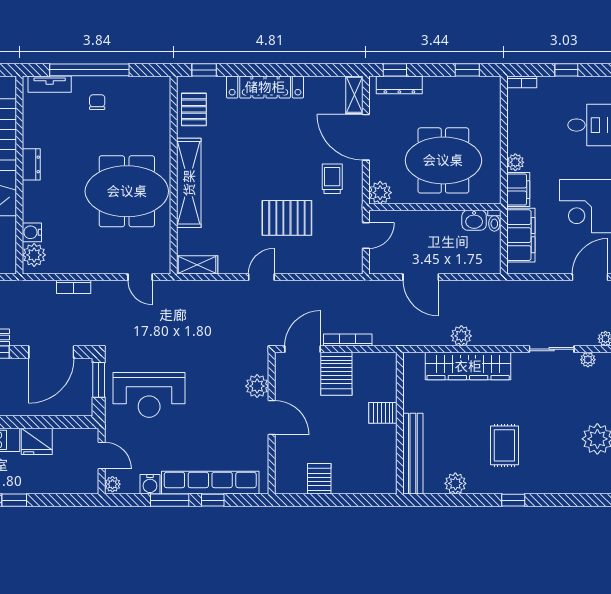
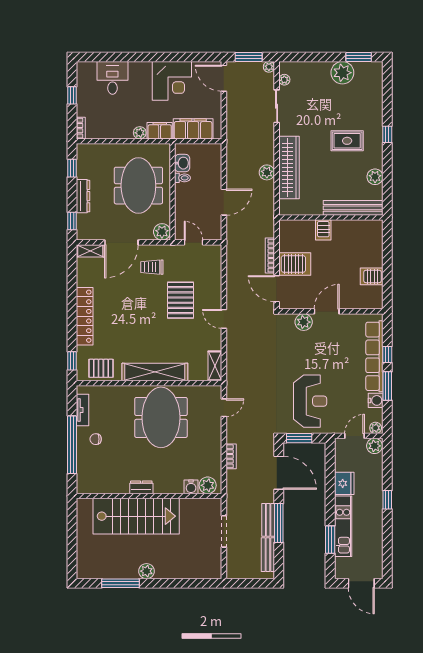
tv unit: (50, 84) -> (83, 410), moved
dresser: (399, 85) -> (83, 196), moved
toilet: (494, 221) -> (183, 178), moved
plant: (88, 483) -> (374, 446), added

